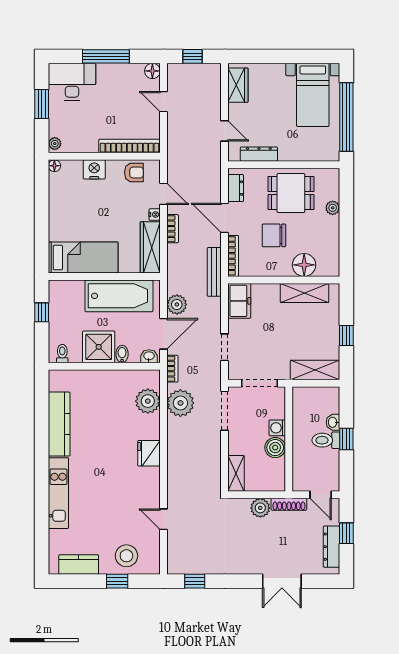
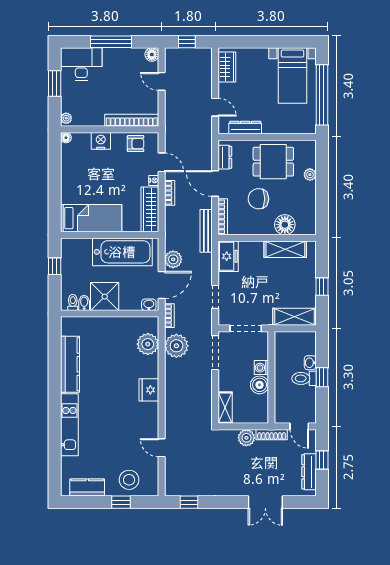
bidet: (122, 354) -> (84, 303), moved

